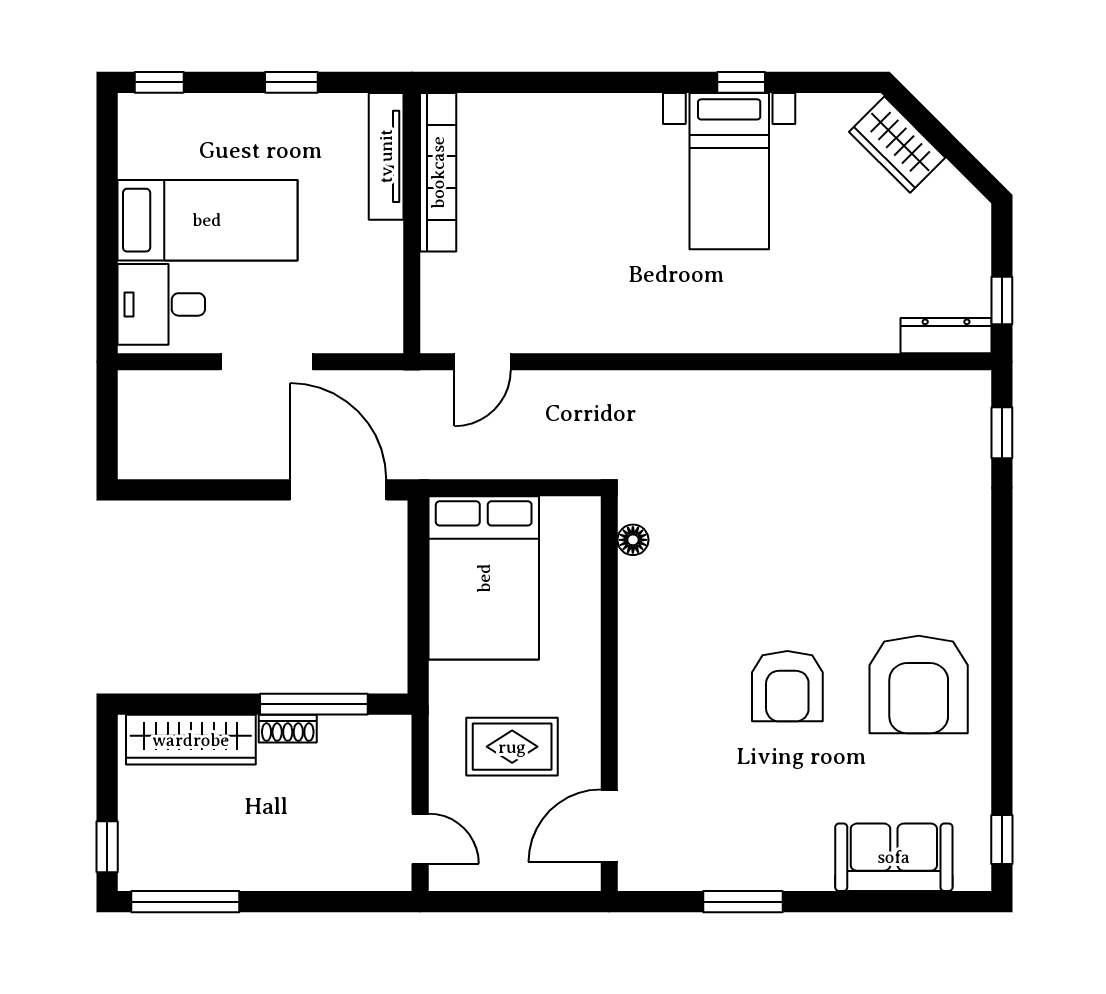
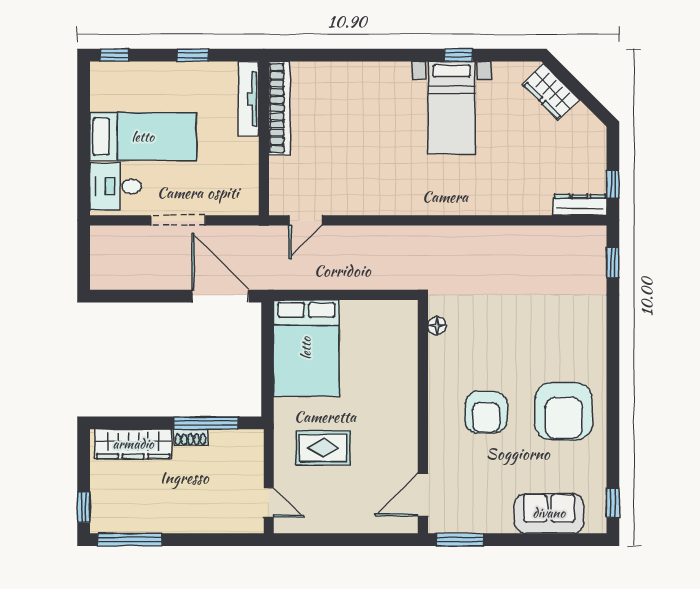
floor lamp: (633, 540) -> (437, 326), moved
wall: (609, 694) -> (423, 417), moved
door: (609, 826) -> (423, 495), moved

